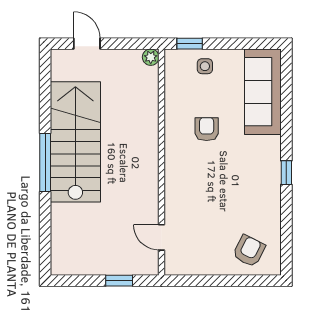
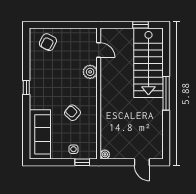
armchair: (207, 129) -> (72, 113), turned 133
stairs: (75, 142) -> (148, 63), moved
plant: (176, 200) -> (90, 72), added
window: (119, 281) -> (140, 25), moved

